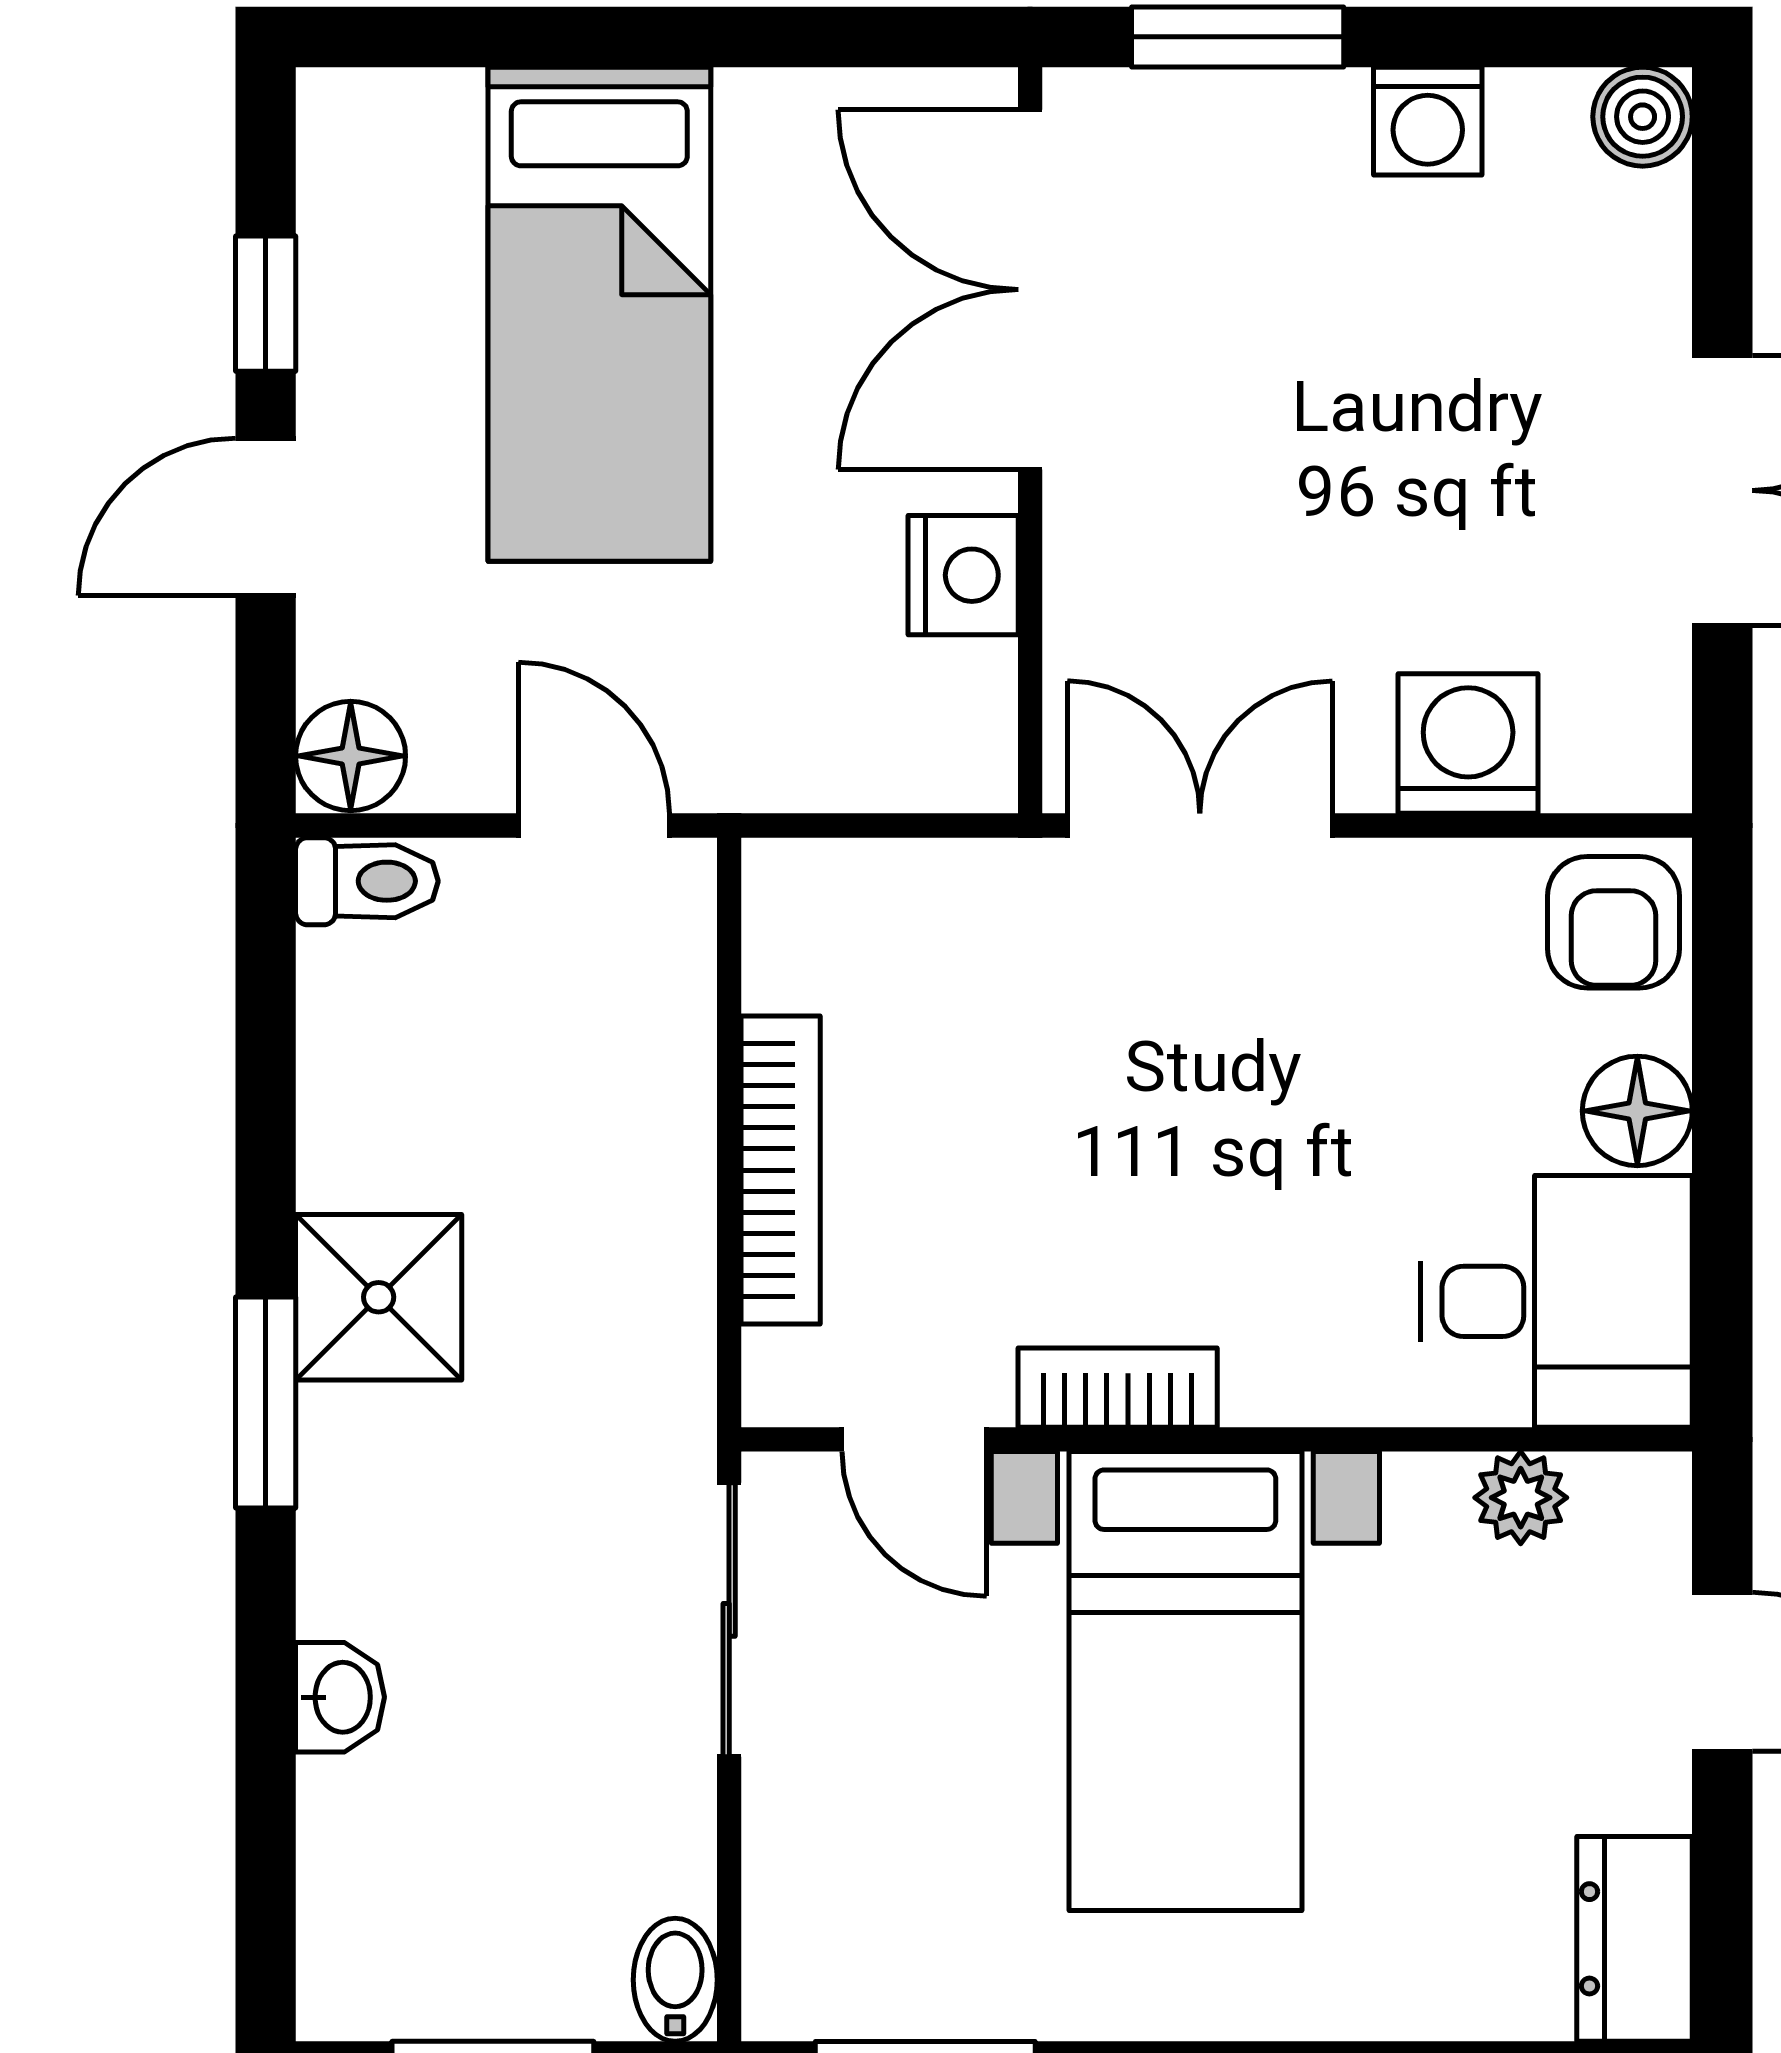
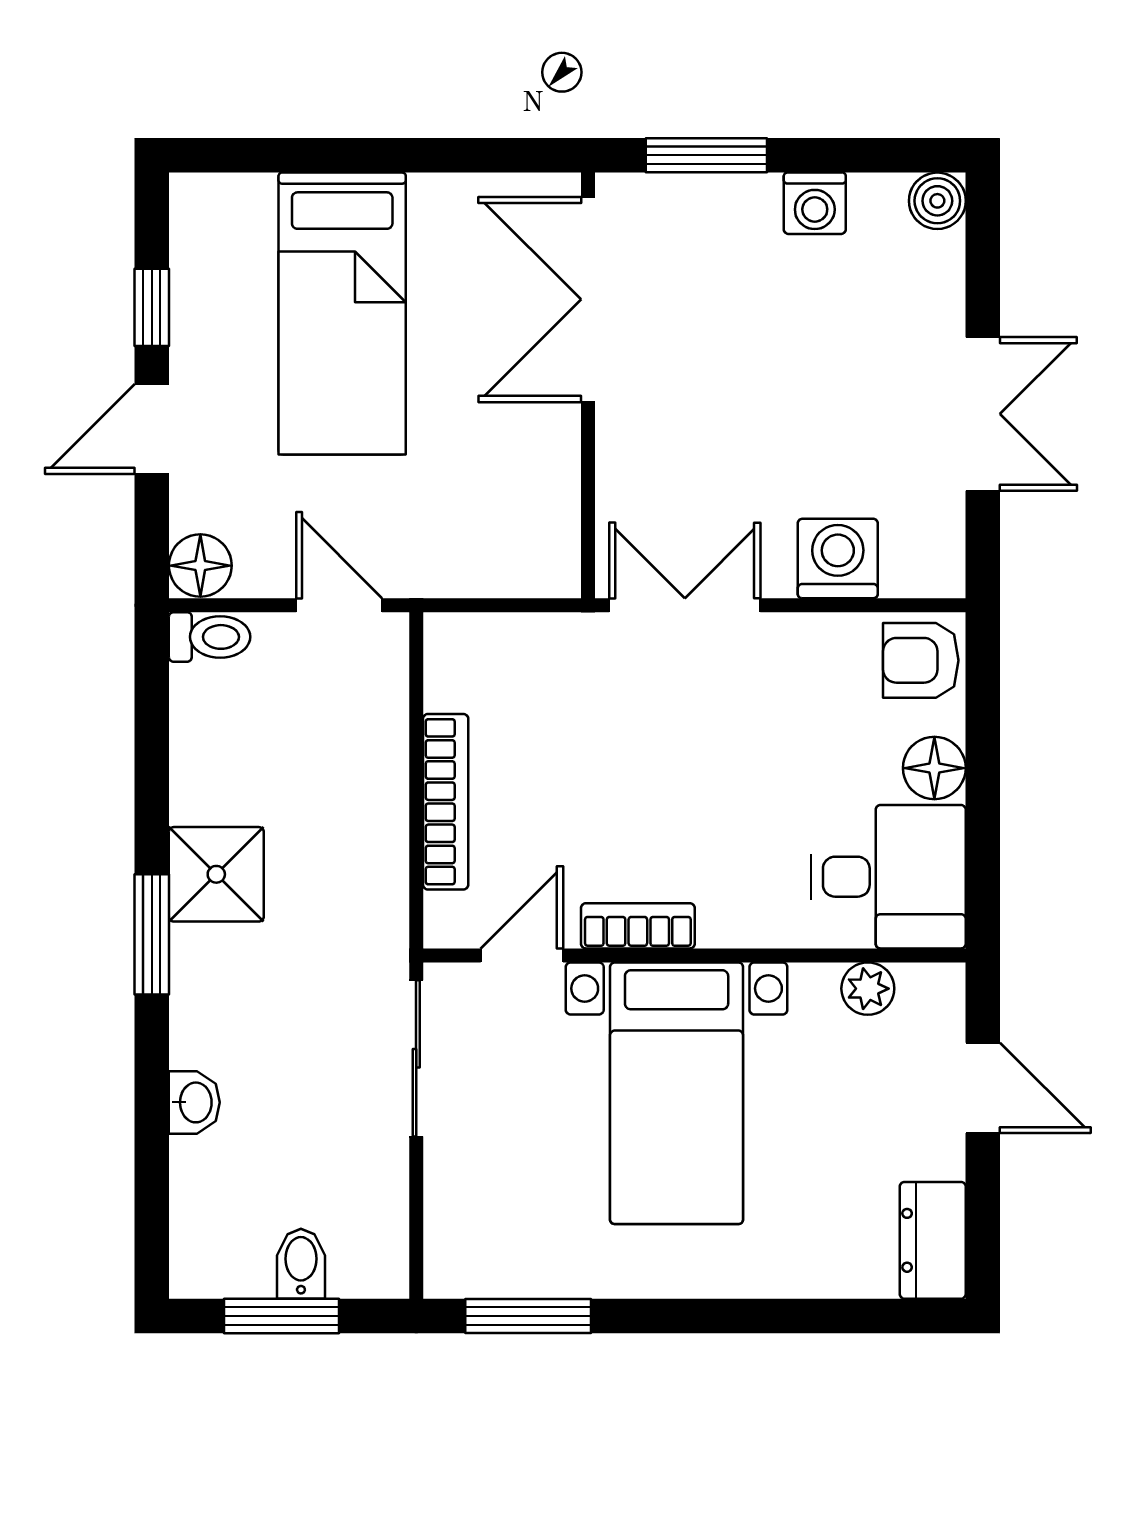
nightstand: (963, 575) -> (550, 462), removed
armchair: (1613, 922) -> (921, 660), turned 90
door: (914, 1439) -> (522, 955), swing flipped
bidet: (675, 1980) -> (301, 1264), moved

